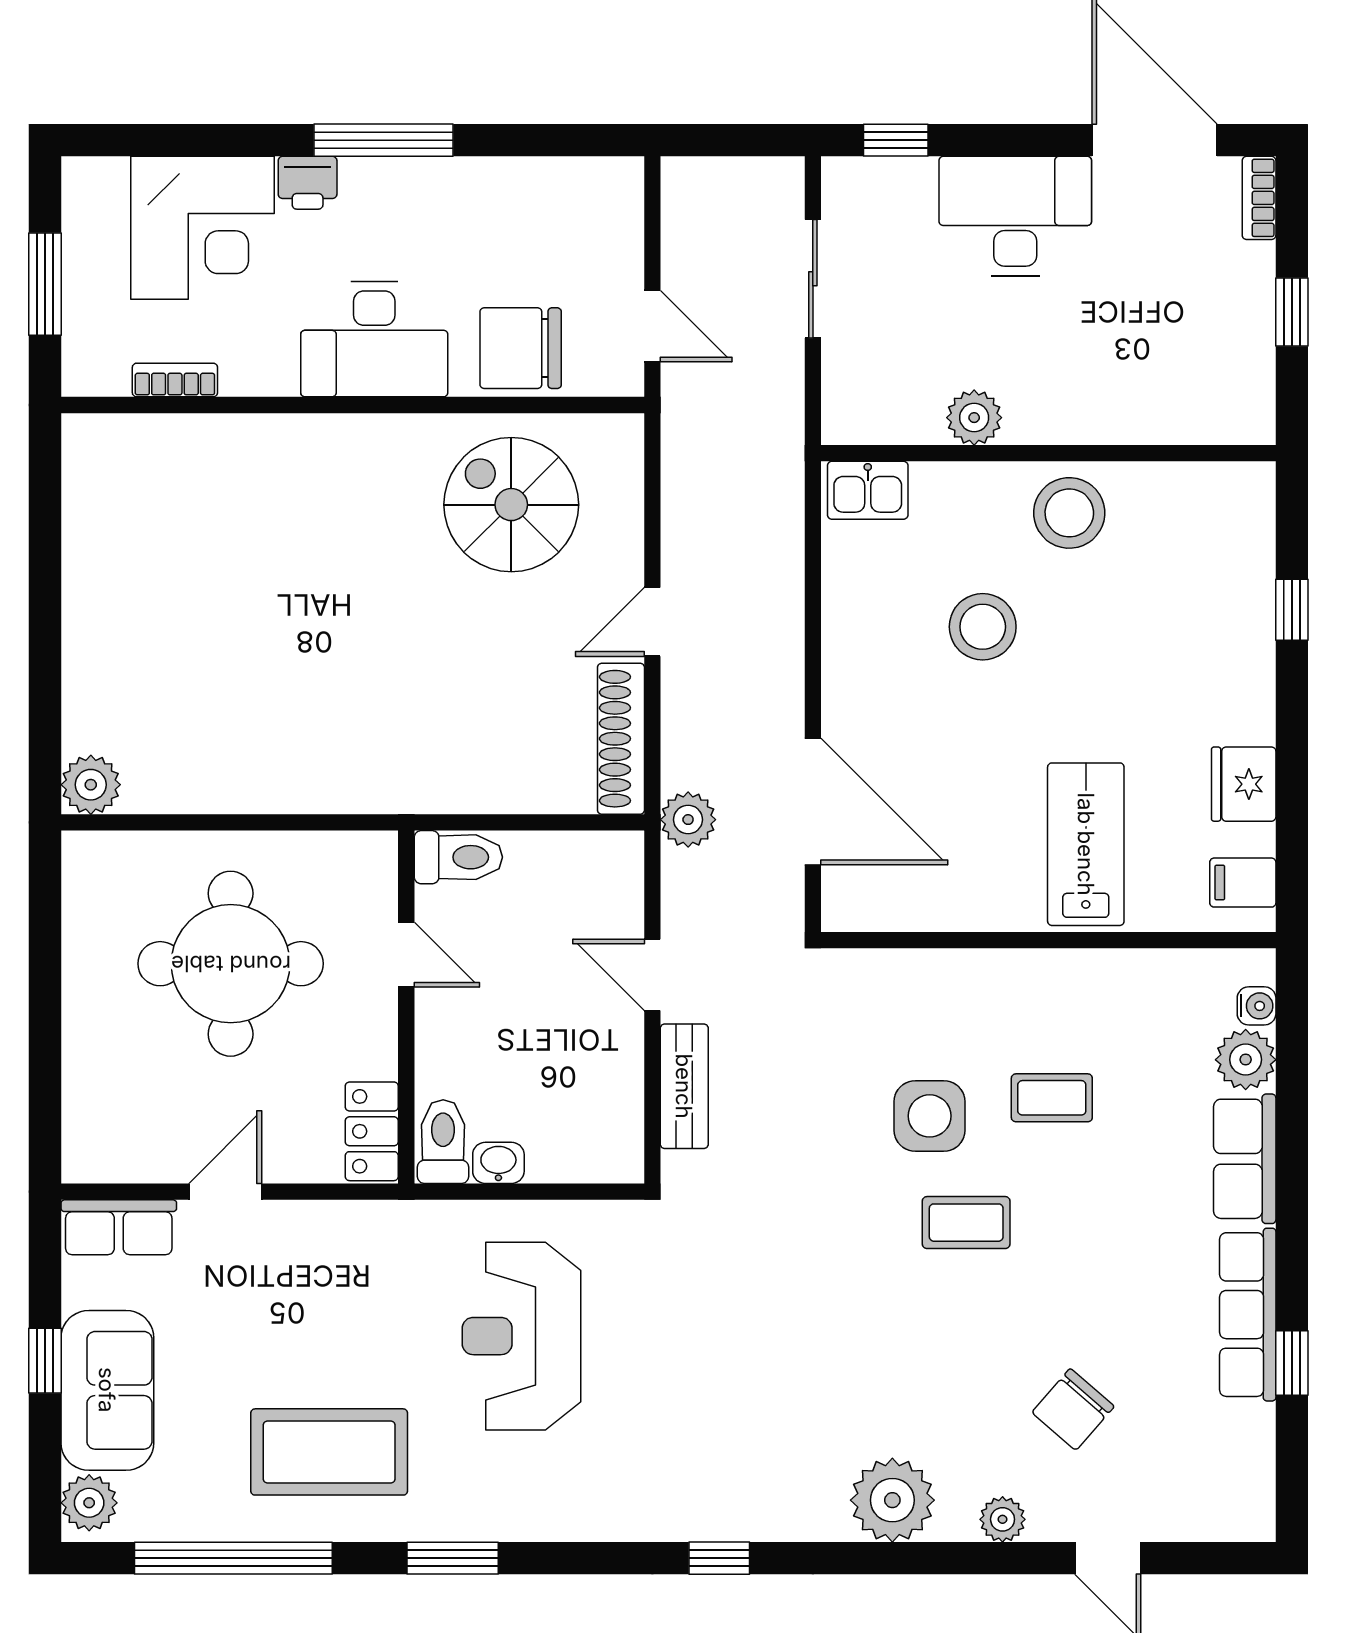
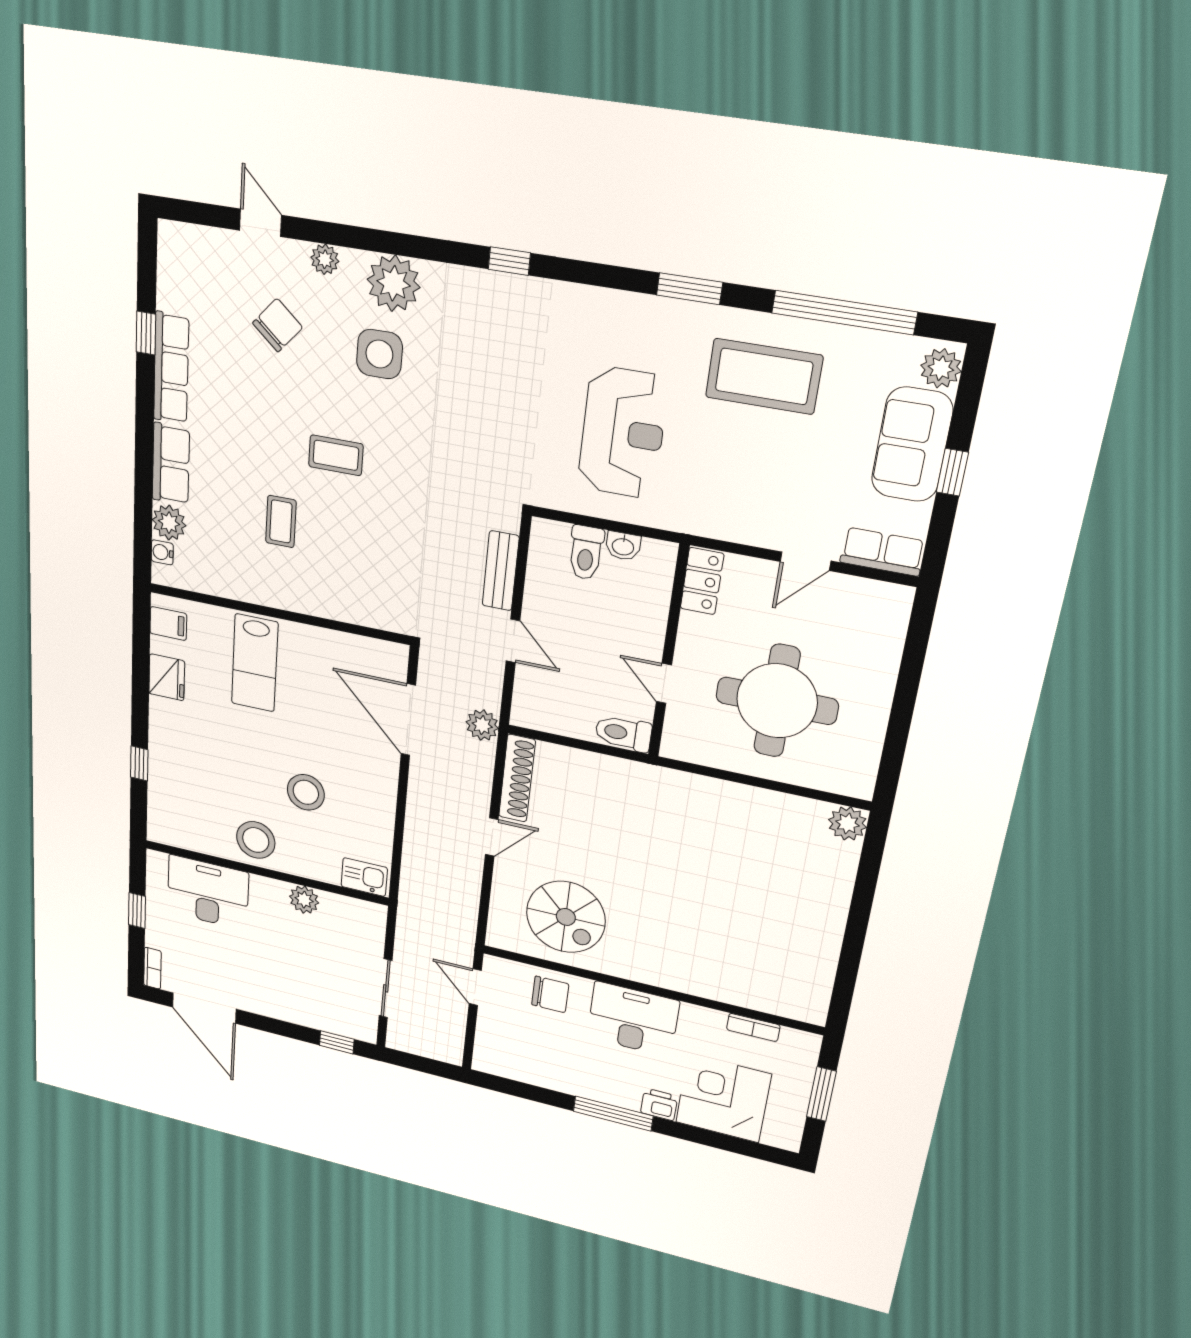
desk: (1015, 216) -> (208, 892), moved, turned 180
chair: (521, 348) -> (550, 994), width x0.73, depth x0.73
coffee table: (1052, 1098) -> (281, 522), turned 90
side table: (930, 1116) -> (379, 354), moved
toilet: (443, 1142) -> (586, 553), moved

